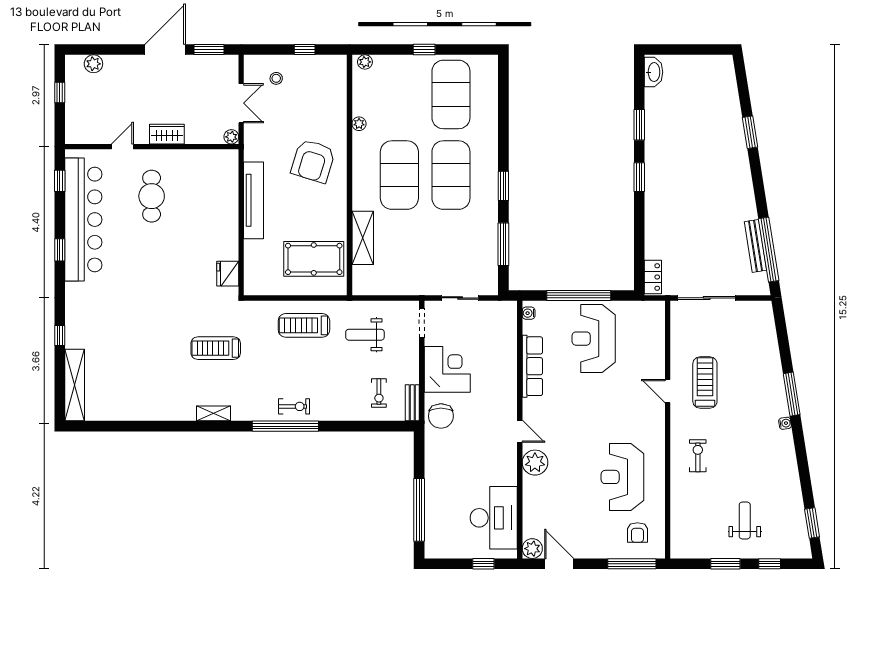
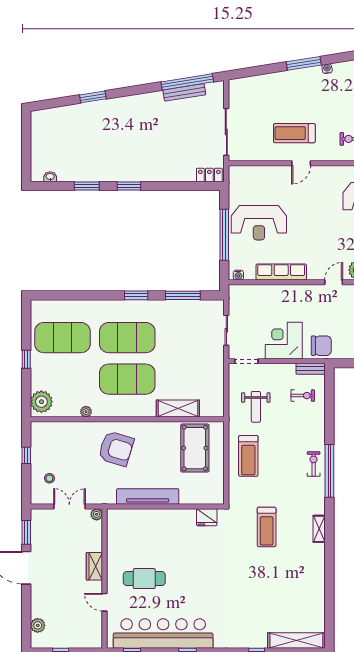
plant: (365, 62) -> (41, 402), width x1.87, depth x1.87
washbasin: (654, 72) -> (50, 177), width x0.52, depth x0.69

